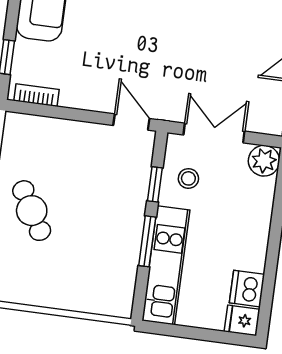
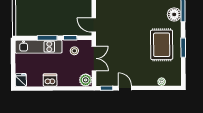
door: (131, 122) -> (94, 25), swing flipped
dishwasher: (247, 289) -> (50, 80), moved

